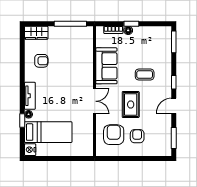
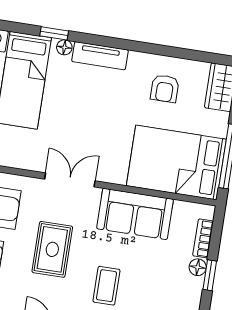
bed: (77, 49) -> (176, 163), added
double door: (95, 101) -> (70, 180), swing flipped
rug: (131, 104) -> (52, 249), turned 90

